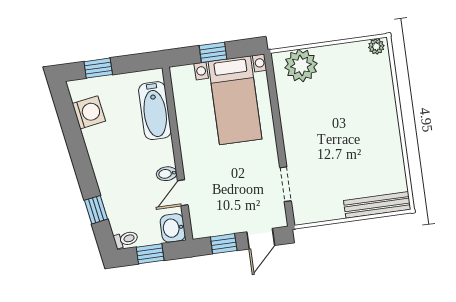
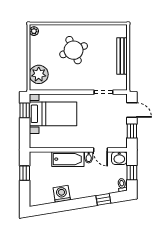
window: (213, 52) -> (25, 110), moved
window: (98, 68) -> (25, 173), moved
bathtub: (155, 111) -> (68, 159), moved
washing machine: (89, 112) -> (62, 194), moved
round table: (352, 121) -> (74, 50), added
bench: (377, 205) -> (122, 56), moved

